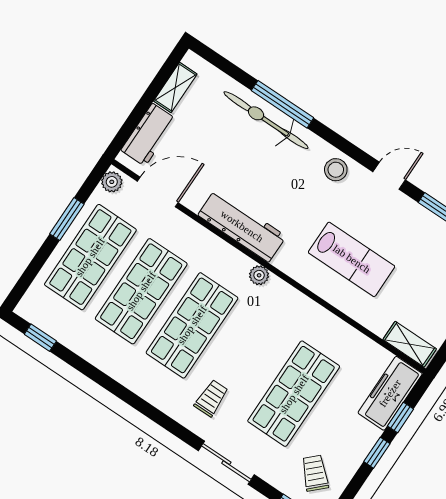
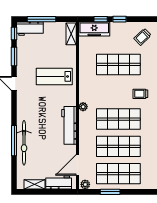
stool: (336, 170) -> (25, 105), removed
door: (158, 192) -> (78, 165), hinge flipped
lab bench: (352, 259) -> (54, 76), turned -90

